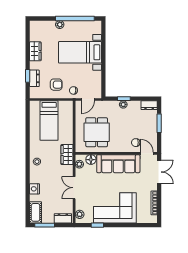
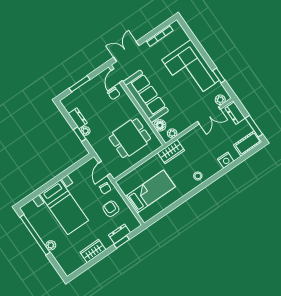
door: (88, 99) -> (104, 168), swing flipped
dresser: (149, 105) -> (78, 118), moved
double door: (74, 188) -> (209, 115), moved

